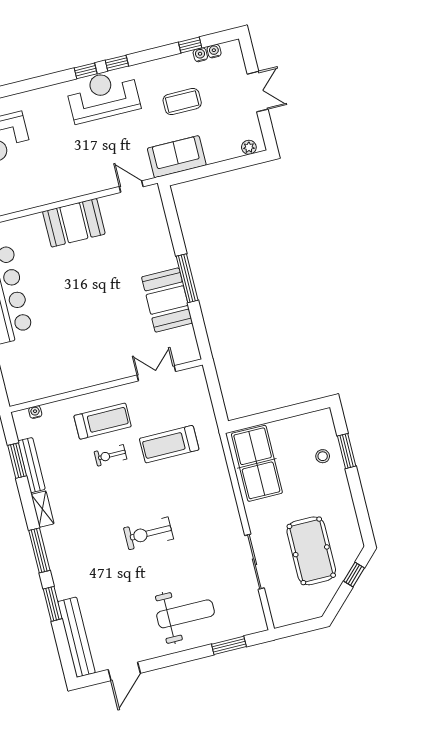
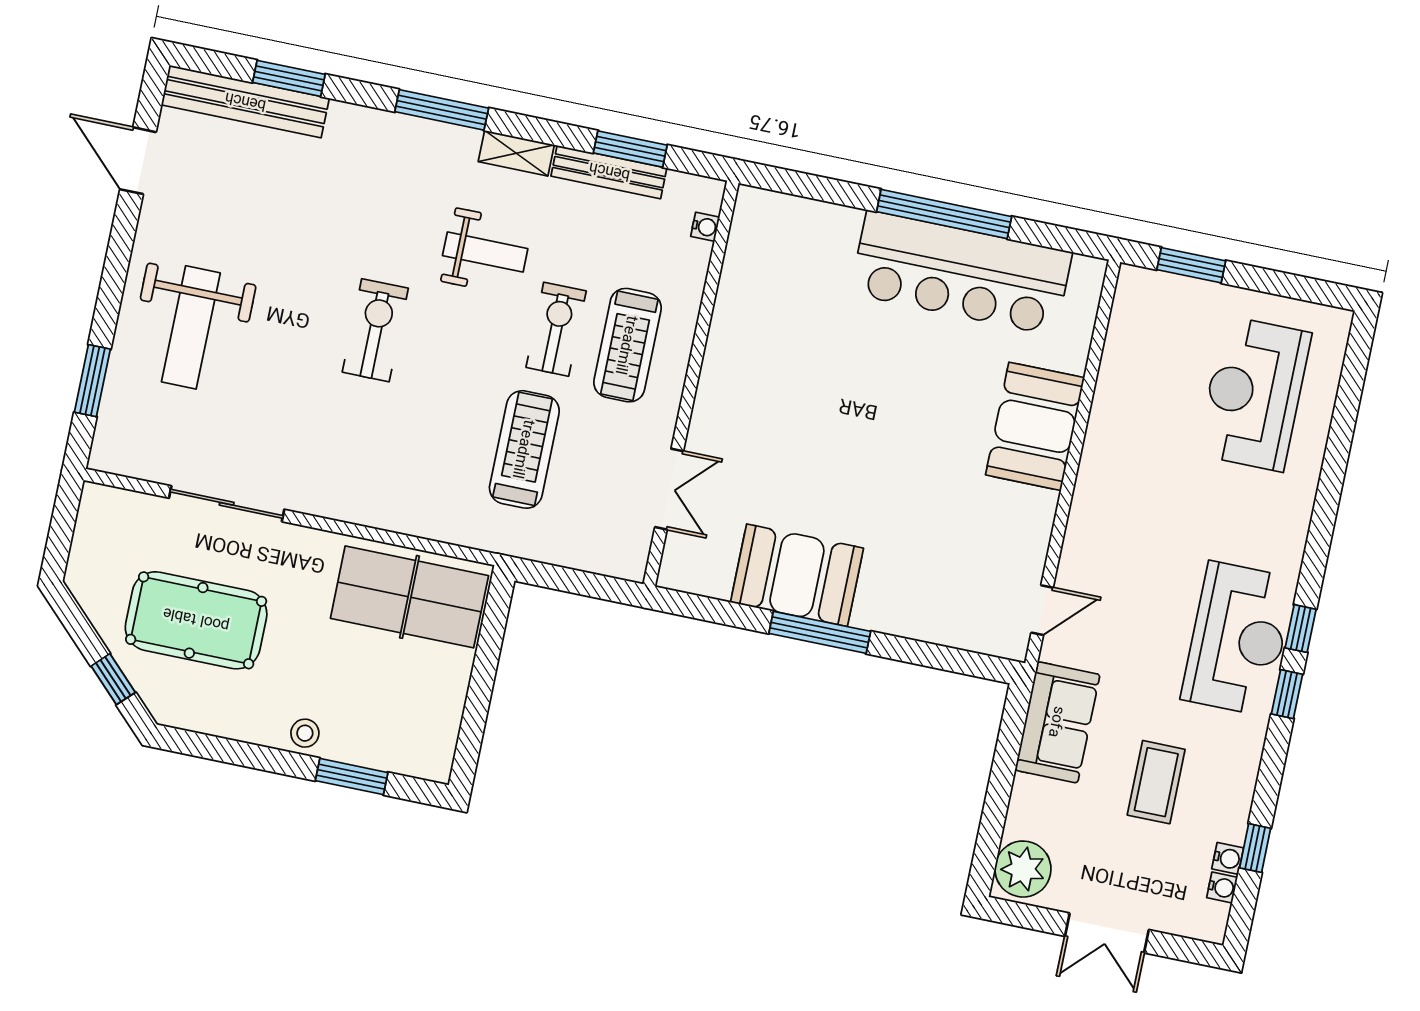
plant: (249, 147) -> (1023, 869), width x1.87, depth x1.87
booth: (74, 223) -> (1035, 426), moved
exercise bike: (110, 455) -> (556, 329), width x1.38, depth x1.39
stool: (323, 456) -> (305, 733), moved
weight bench: (92, 502) -> (485, 252), added
window: (53, 604) -> (289, 78), moved

